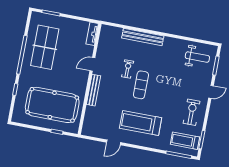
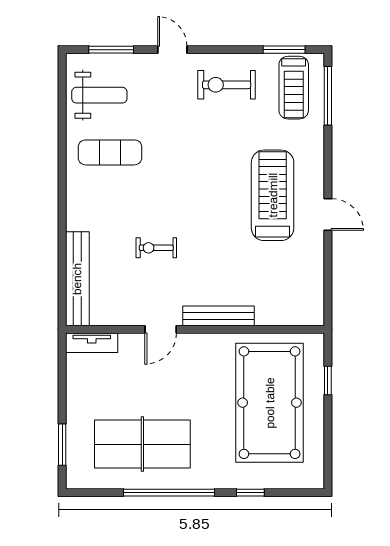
bench: (143, 37) -> (77, 279), moved
weight bench: (197, 57) -> (99, 95), turned 90
door: (92, 64) -> (161, 329), hinge flipped
exercise mat: (141, 85) -> (110, 152), moved
treadmill: (141, 123) -> (273, 195), turned 180
door: (114, 142) -> (328, 214), moved

